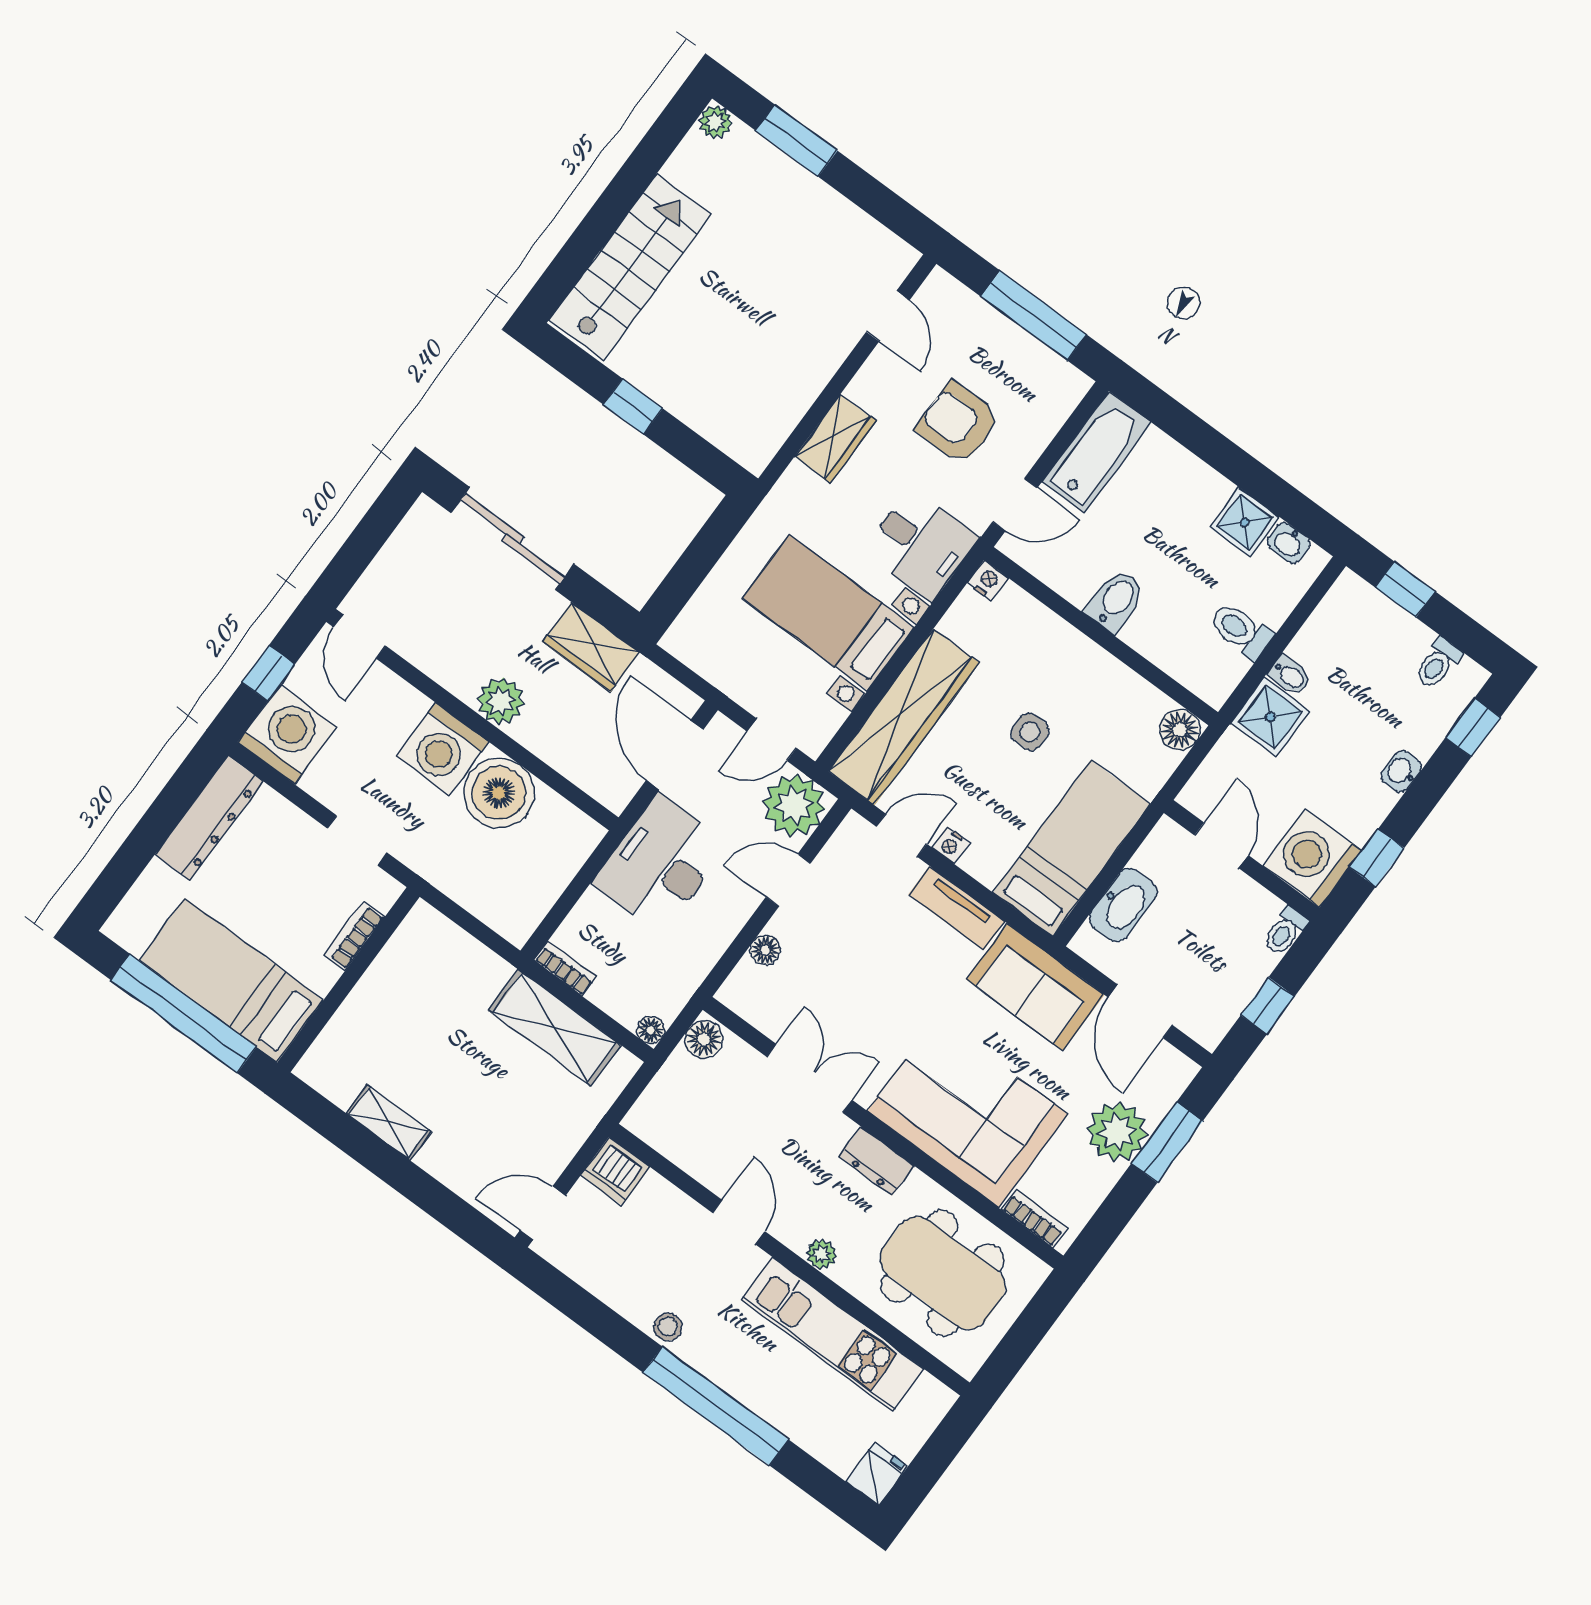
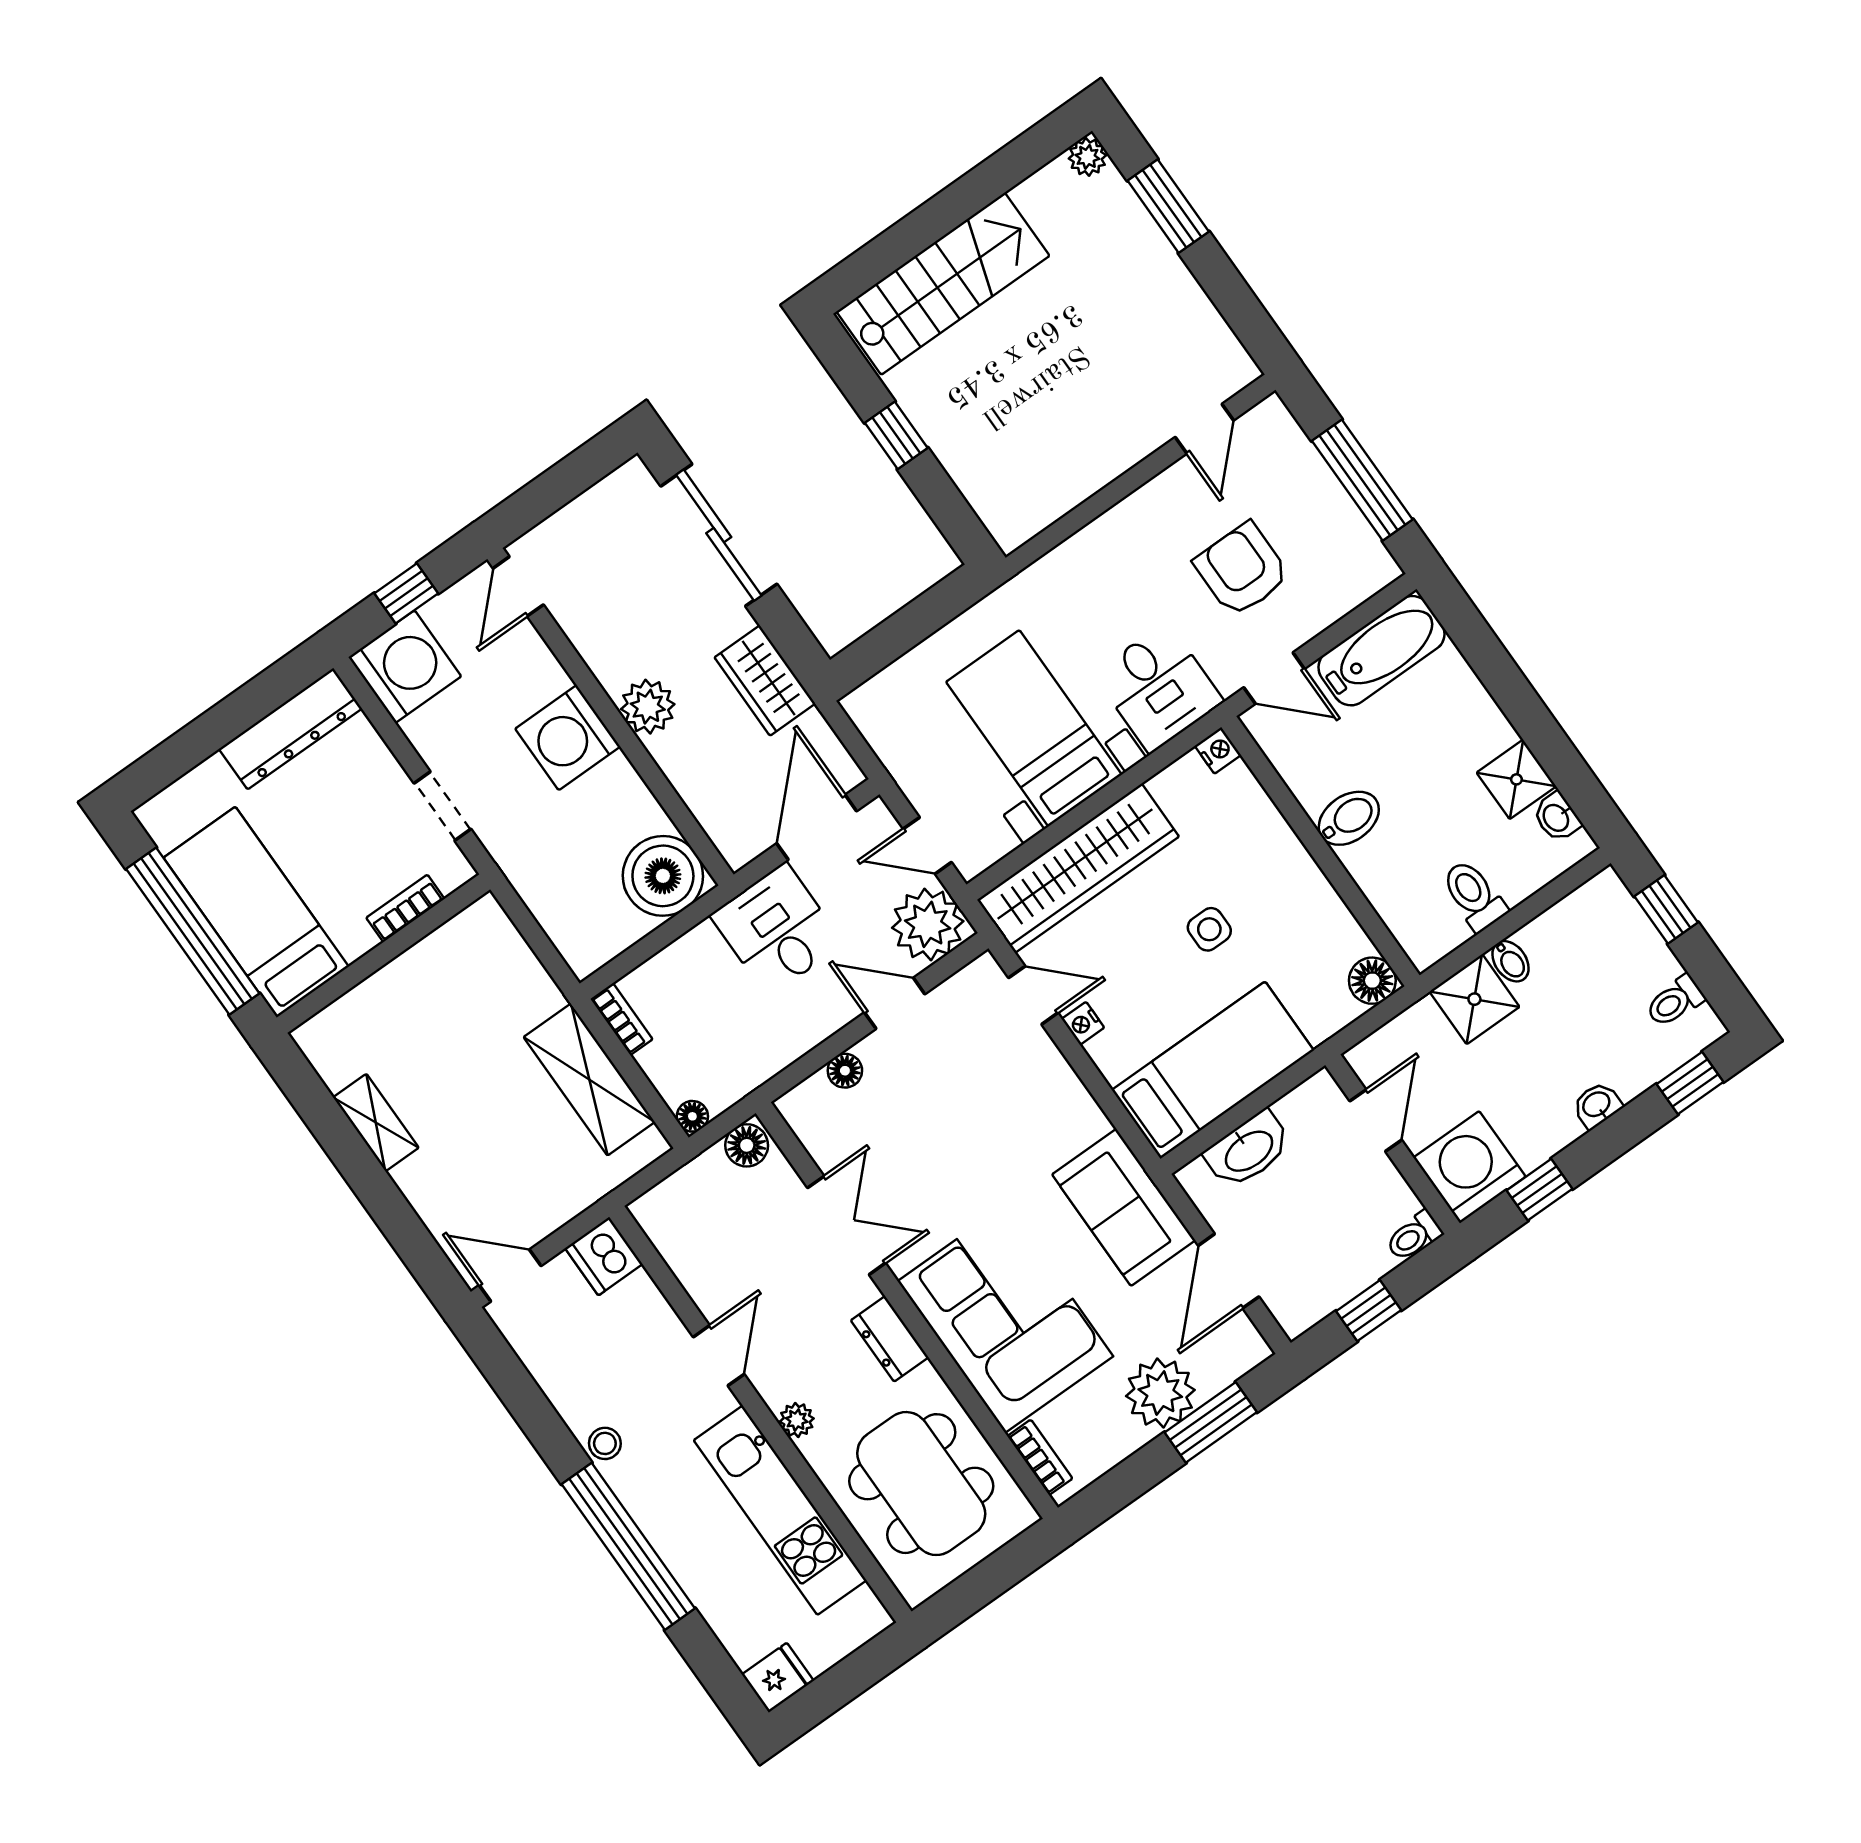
wardrobe: (835, 439) -> (1104, 542), removed
boiler: (499, 793) -> (663, 876), moved
desk: (660, 864) -> (777, 929), width x0.73
tv unit: (956, 908) -> (1067, 1094), removed

